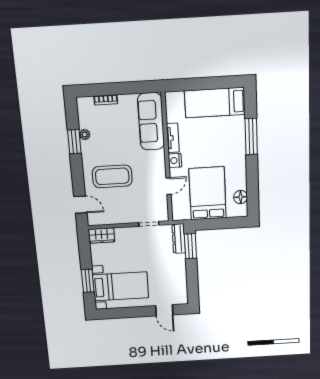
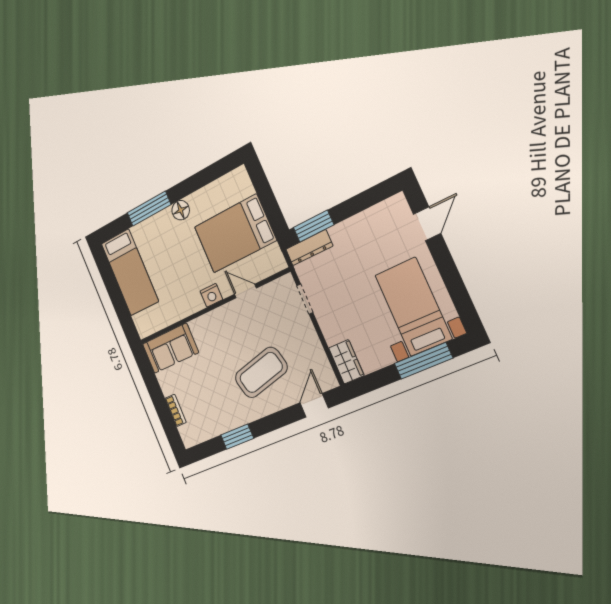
sofa: (151, 121) -> (170, 348), width x0.73
plant: (85, 135) -> (224, 426), removed
tv unit: (173, 138) -> (187, 309), removed
coffee table: (112, 176) -> (261, 373), turned 76
floor lamp: (241, 197) -> (181, 210), moved
window: (88, 281) -> (423, 361), width x1.44

